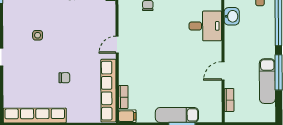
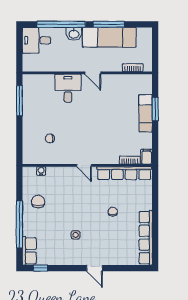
washbasin: (232, 16) -> (74, 34), moved, turned 180
door: (223, 71) -> (93, 73), moved
exam couch: (267, 81) -> (109, 37), width x1.36, depth x1.45

